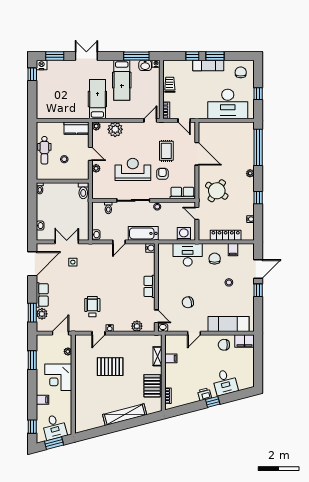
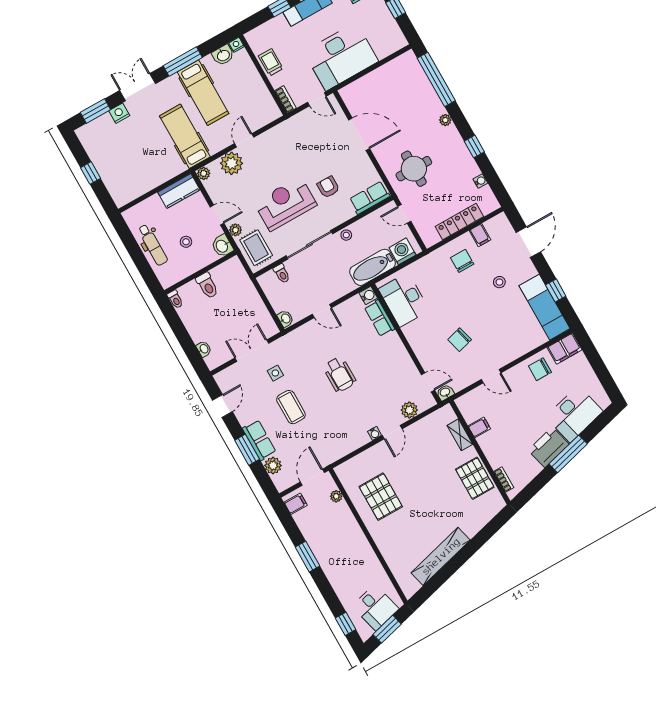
window: (136, 56) -> (183, 62), moved
nightstand: (42, 65) -> (119, 113), moved
window: (32, 74) -> (90, 173), moved
desk: (228, 104) -> (341, 57), moved
door: (150, 120) -> (244, 140), moved
rug: (166, 151) -> (256, 248), moved
washbasin: (83, 173) -> (222, 246), added
toilet: (83, 191) -> (207, 285), moved
round table: (217, 191) -> (414, 169), turned -34
bathtub: (143, 233) -> (373, 267), moved
door: (119, 242) -> (322, 311), hinge flipped
desk: (188, 255) -> (404, 300), moved, turned -90
door: (32, 264) -> (222, 406), width x0.53
coffee table: (71, 286) -> (291, 407), added
row of seats: (149, 286) -> (380, 318), moved
window: (258, 290) -> (556, 291), moved
wheelchair: (92, 307) -> (340, 374), moved, turned 180
window: (32, 313) -> (247, 450), moved
exam couch: (228, 324) -> (545, 307), moved, turned -90
door: (98, 333) -> (392, 432), moved
door: (194, 333) -> (491, 376), hinge flipped
window: (32, 360) -> (307, 557), moved
pallet: (110, 367) -> (381, 497), moved, turned 90
corner desk: (58, 377) -> (343, 538), removed
desk: (225, 382) -> (574, 414), width x1.37
printer: (204, 394) -> (548, 447), width x1.87, depth x1.48
filing cabinet: (42, 400) -> (296, 504), moved
window: (213, 402) -> (568, 454), width x2.17
shelving: (125, 415) -> (441, 556), moved

